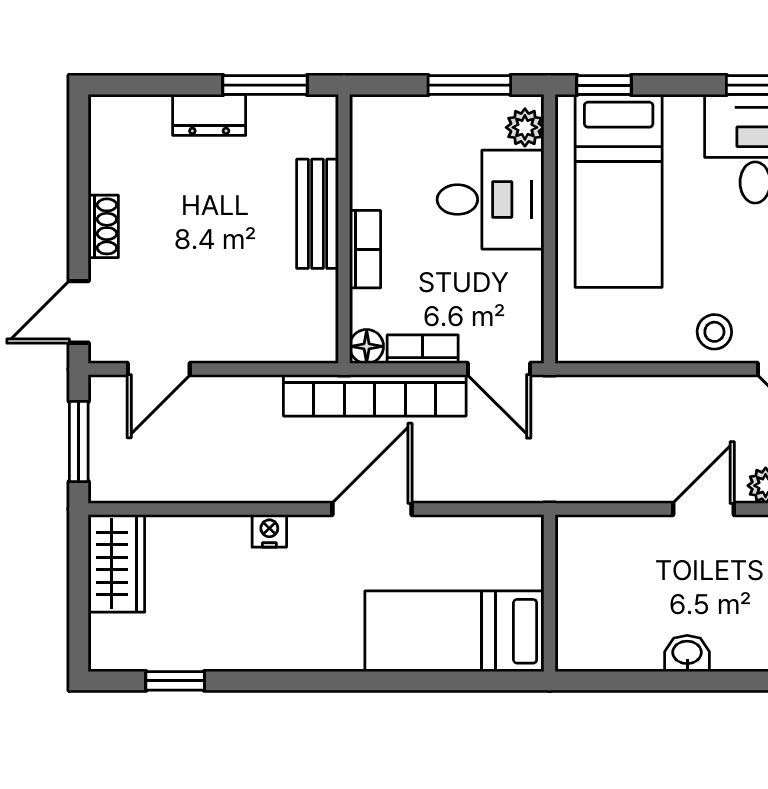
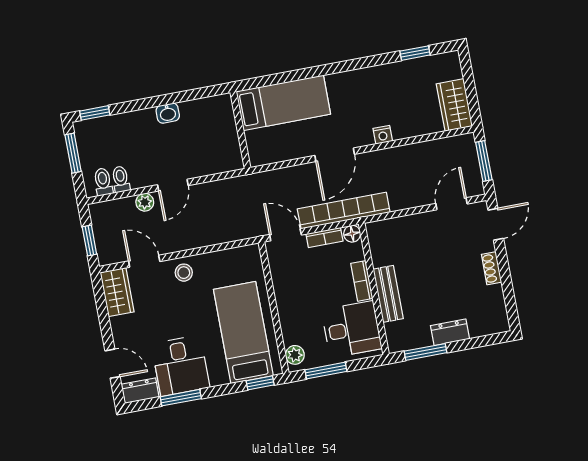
desk: (490, 200) -> (352, 329), moved, turned 180

